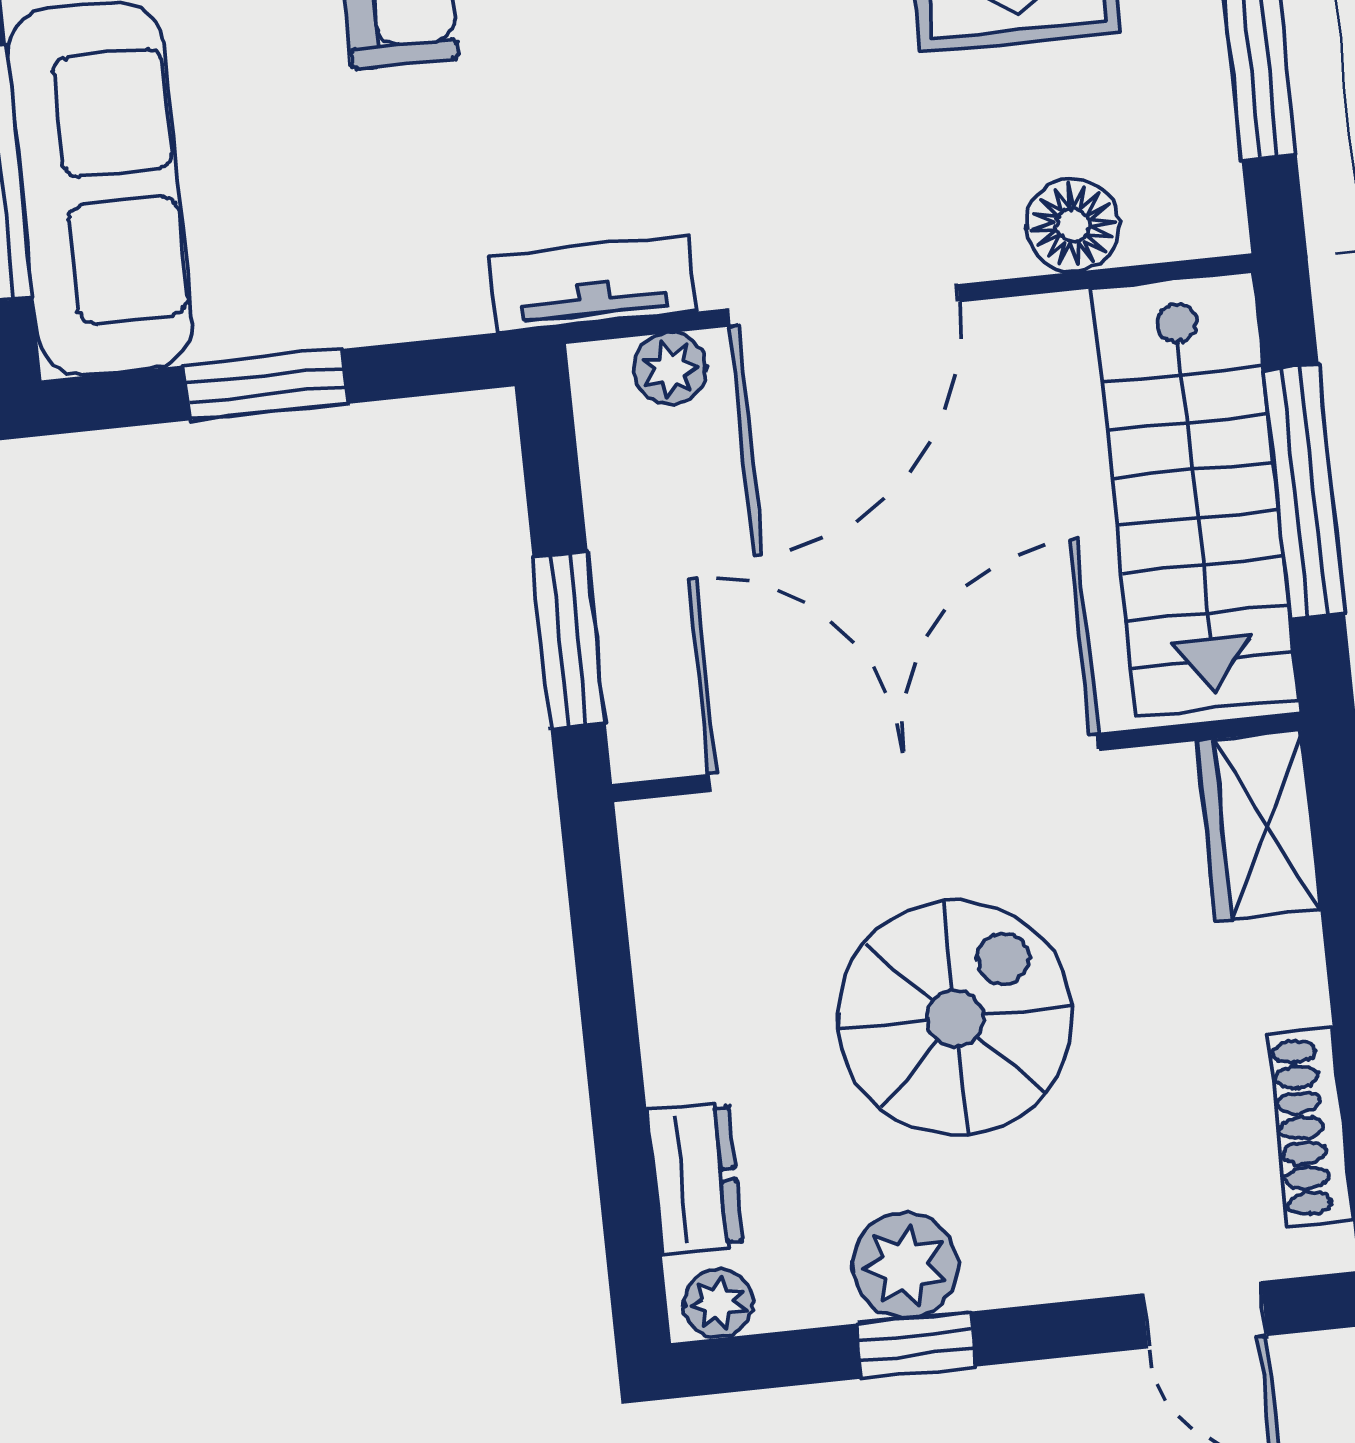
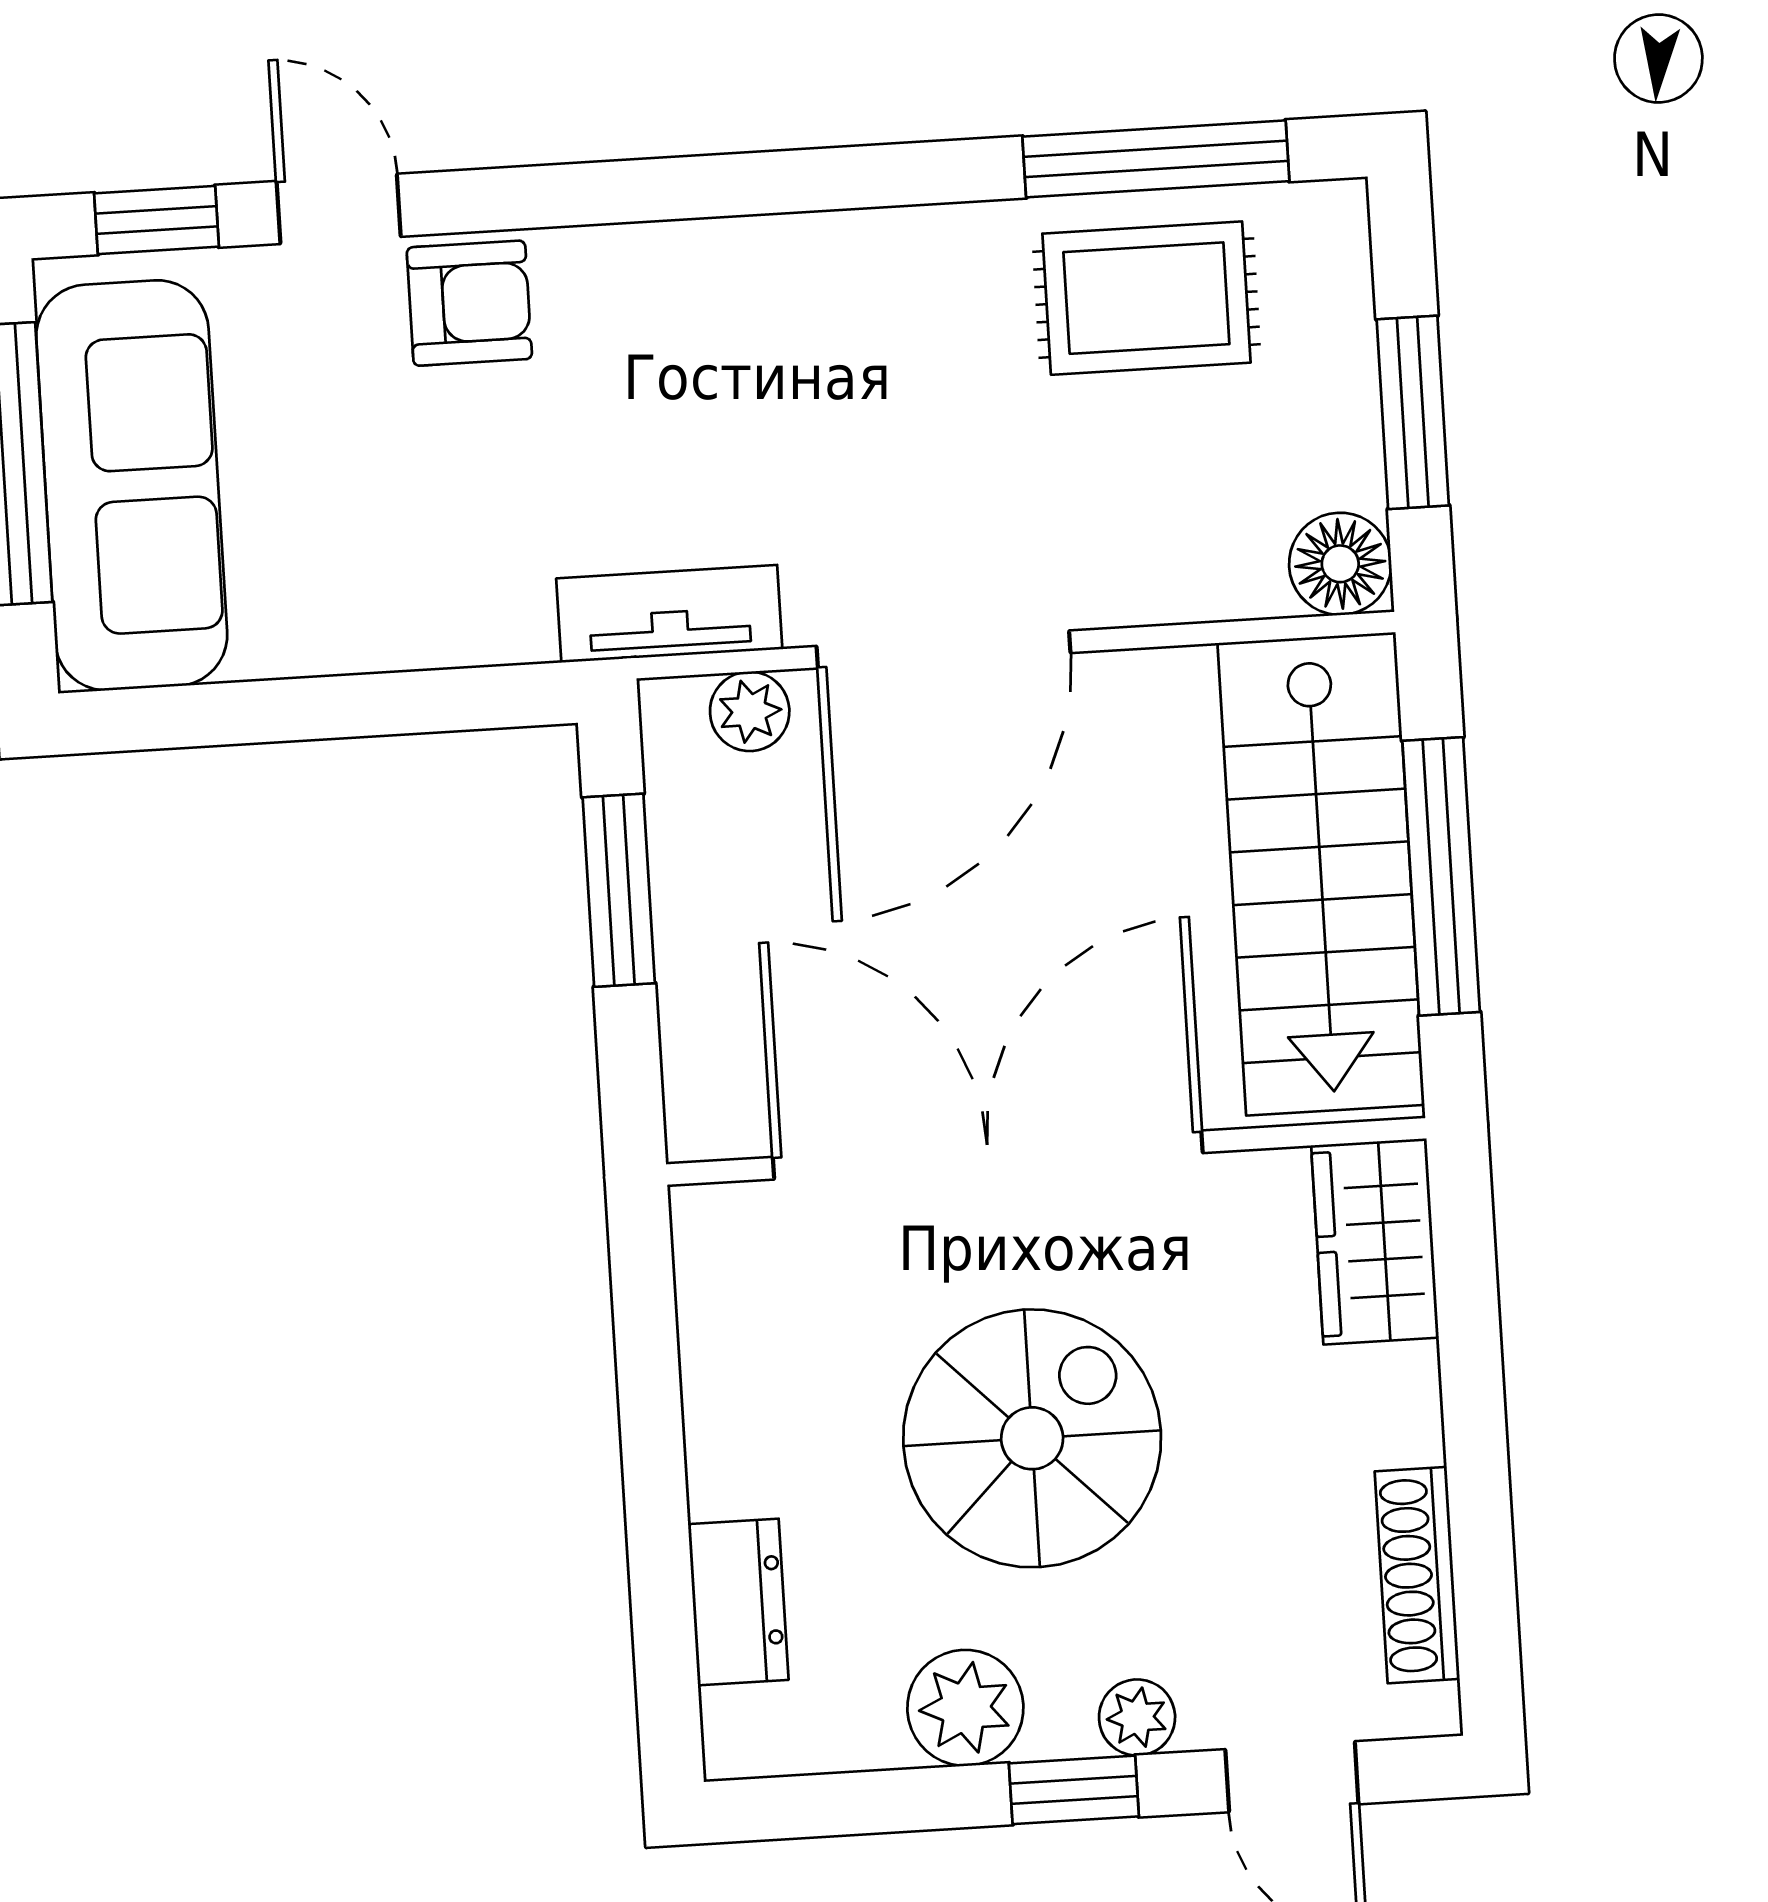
floor lamp: (1073, 225) -> (1340, 564), moved
window: (266, 385) -> (305, 709), removed
window: (569, 640) -> (619, 890), moved
plant: (718, 1303) -> (1137, 1717), moved
window: (916, 1345) -> (1074, 1790), moved

